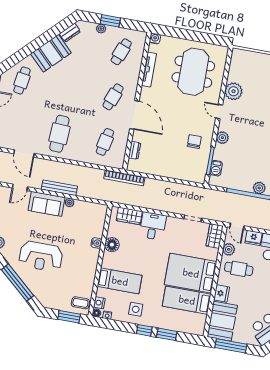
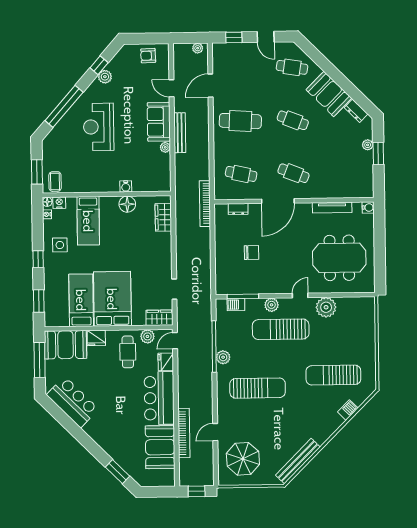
cafe table: (121, 52) -> (293, 120), moved
sun lounger: (245, 134) -> (281, 329), added
chair: (194, 142) -> (252, 253), moved
desk: (153, 226) -> (157, 246), removed
window: (167, 334) -> (39, 301), moved

